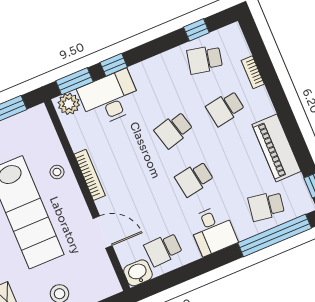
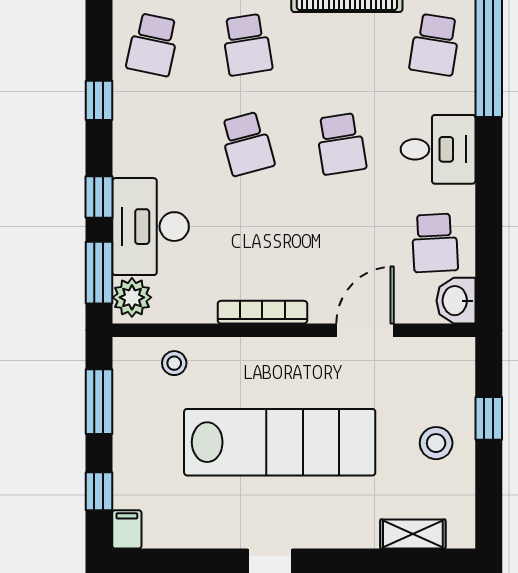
window: (196, 30) -> (99, 100), moved
stool: (57, 172) -> (174, 363), moved

